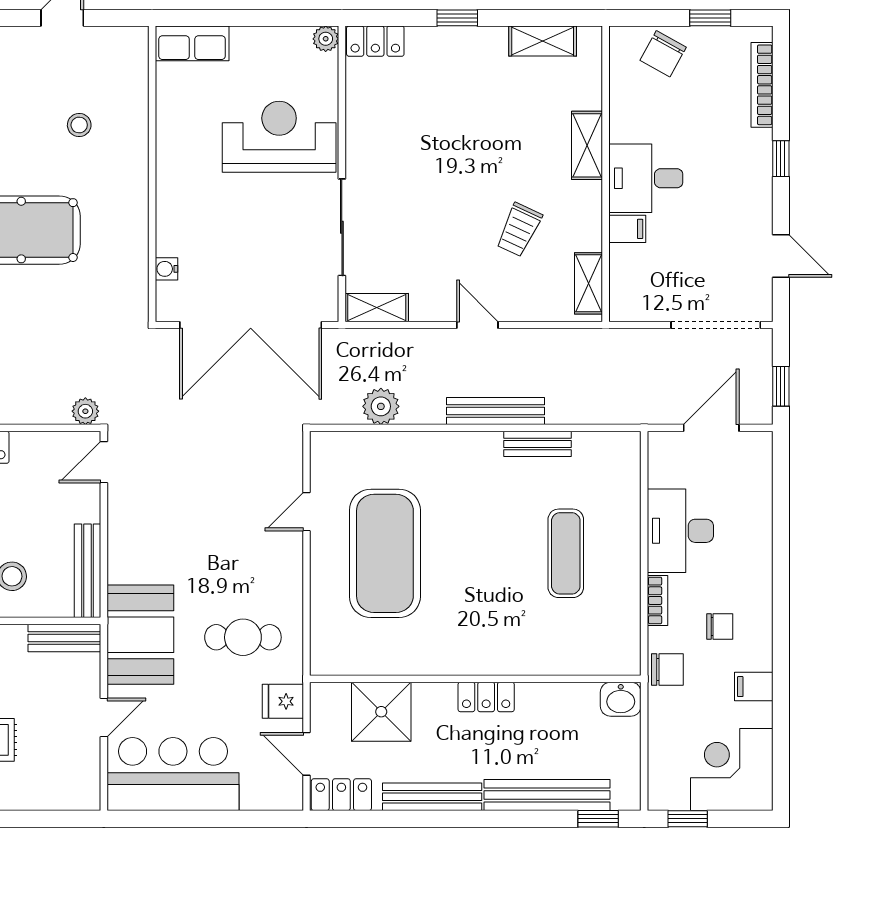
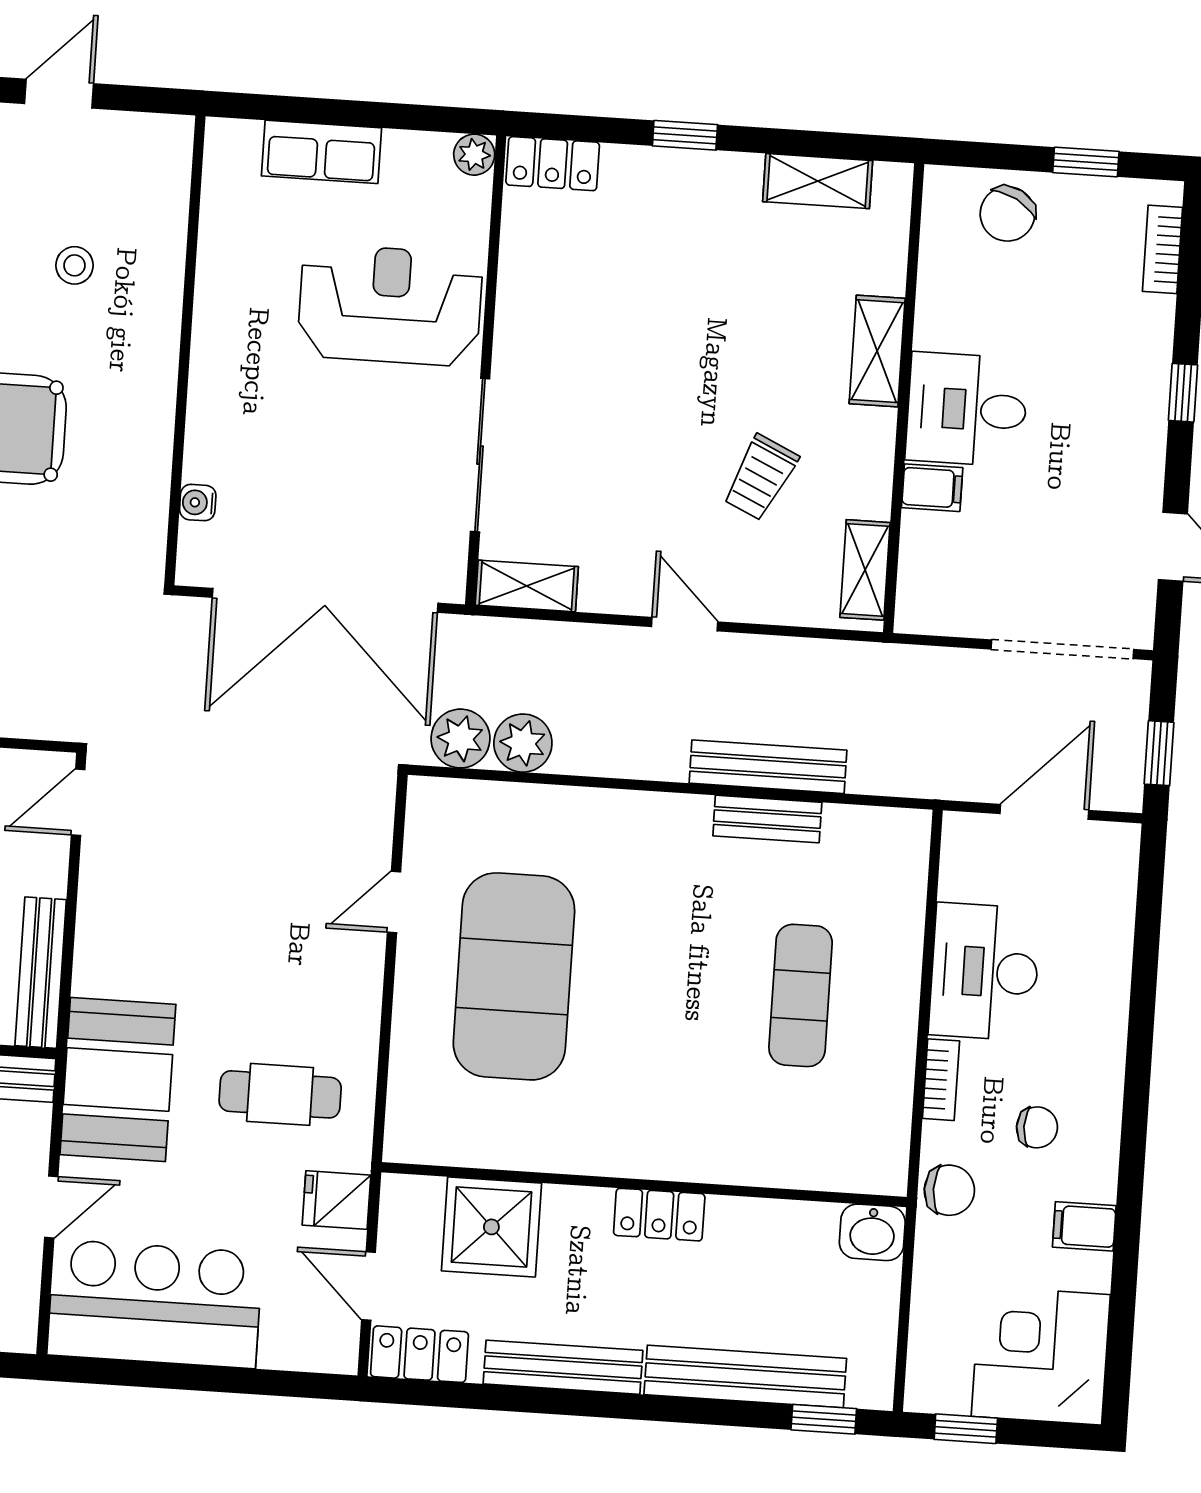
row of seats: (192, 43) -> (321, 152), moved
bookcase: (762, 85) -> (1162, 249), width x0.64
plant: (85, 411) -> (460, 739), moved, width x1.38, depth x1.38
bench: (495, 411) -> (768, 767), moved

